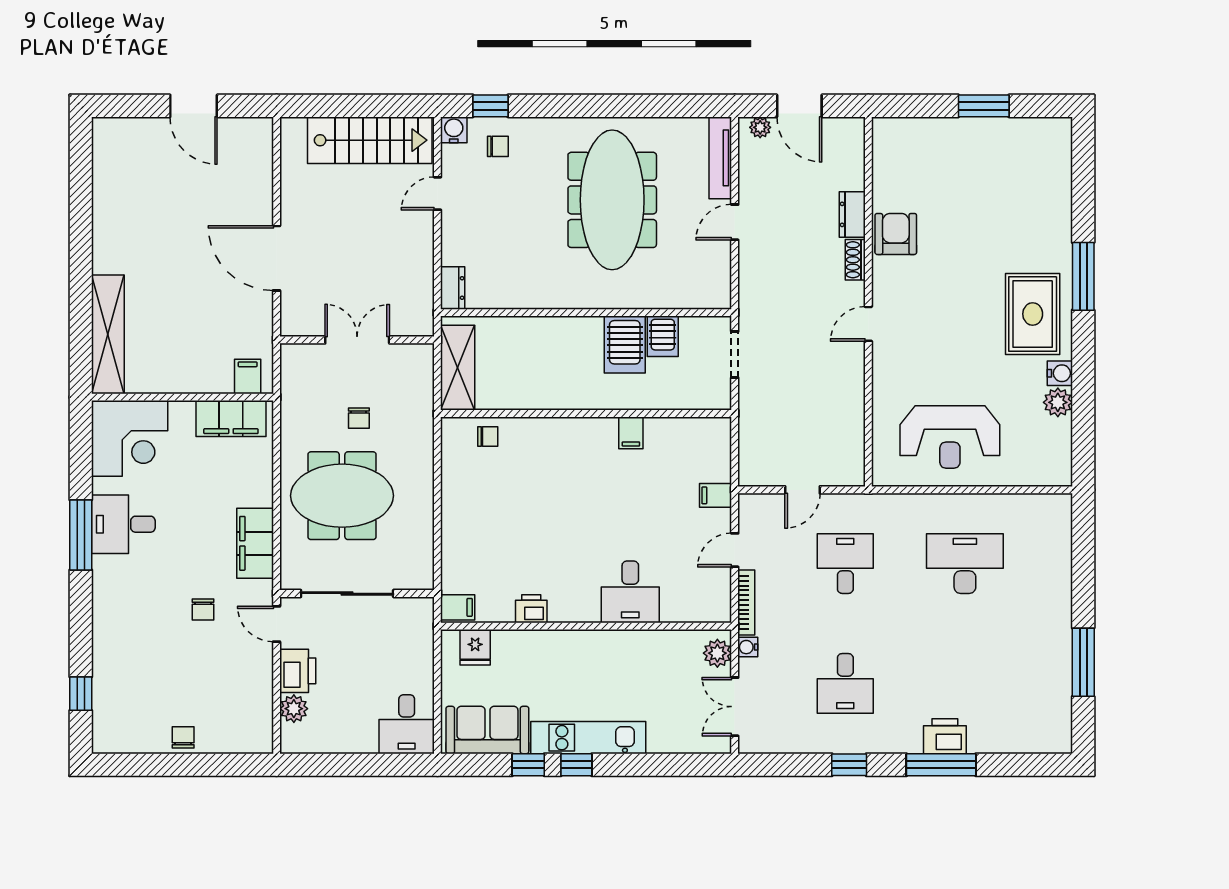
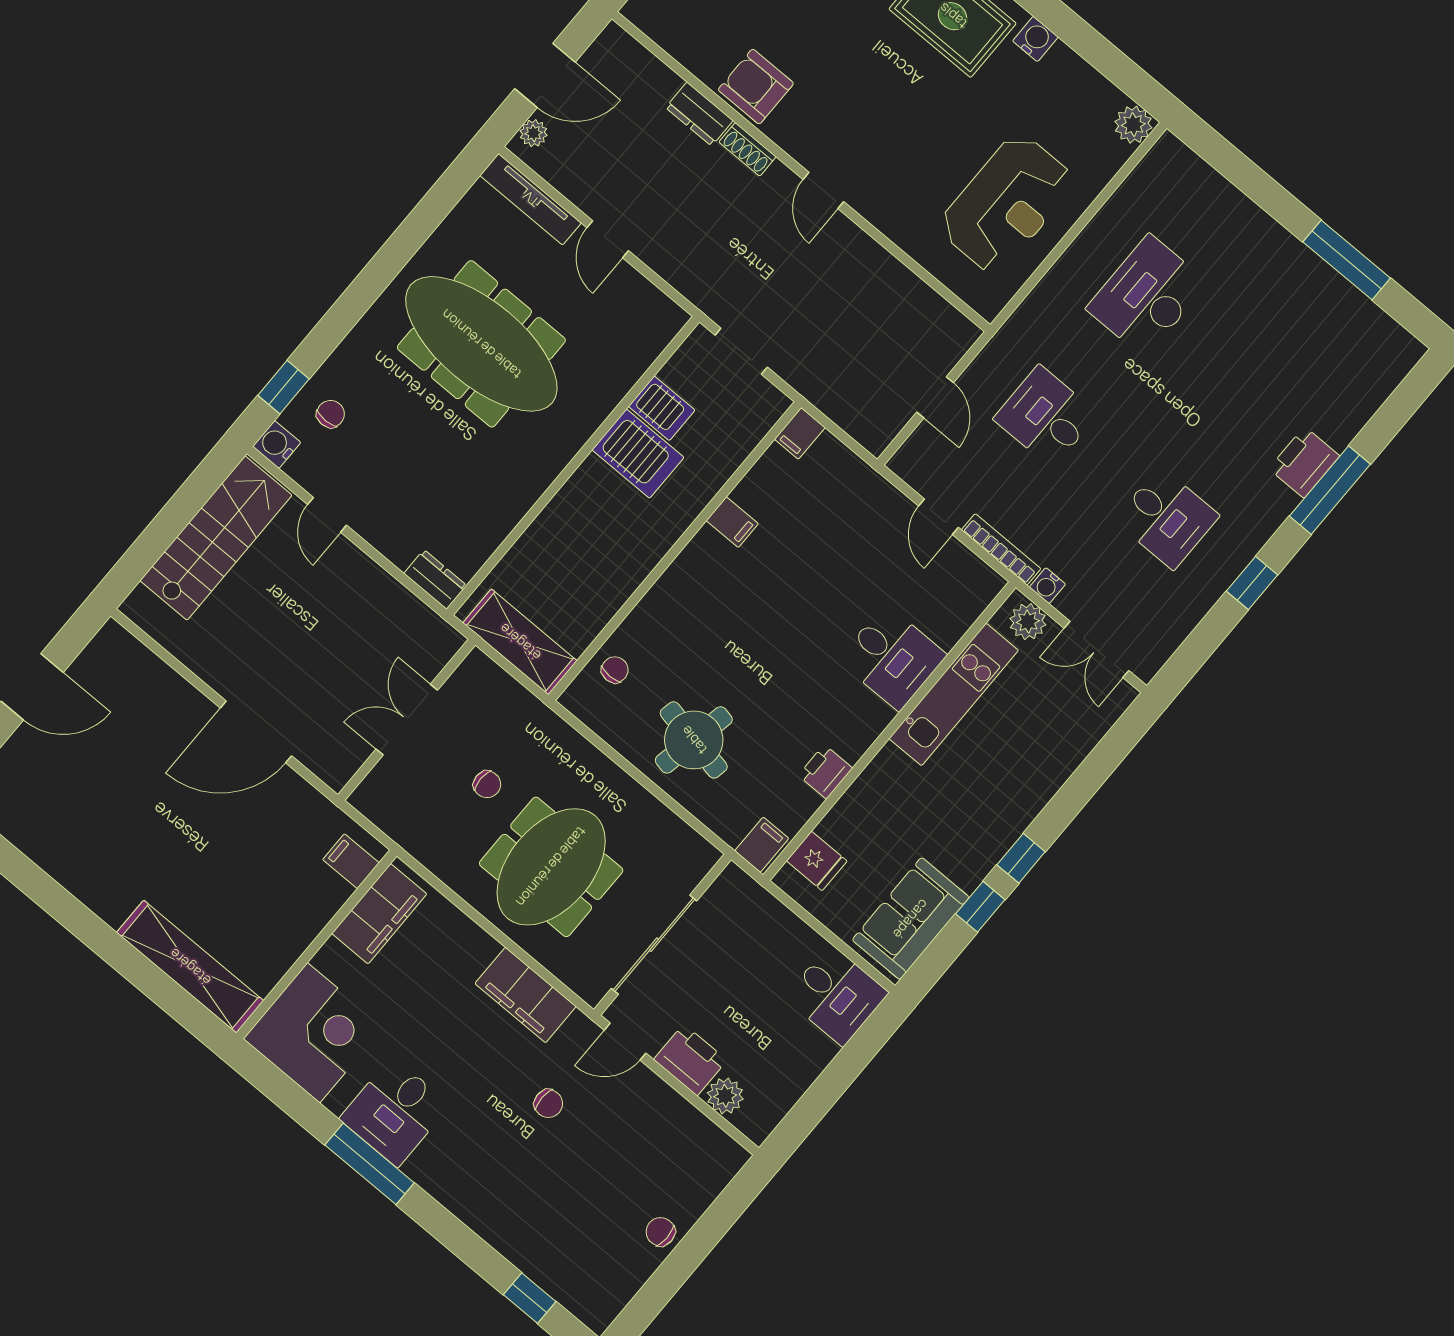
plant: (1058, 402) -> (1133, 125), moved
filing cabinet: (715, 495) -> (800, 433), moved
round table: (485, 517) -> (694, 740), added
kitchen unit: (588, 738) -> (954, 694), moved, turned 180

